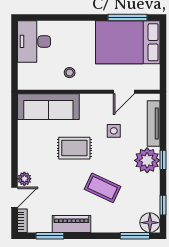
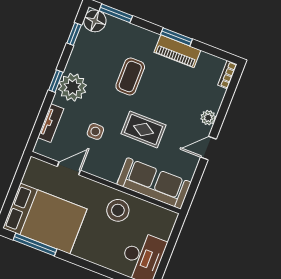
stool: (70, 73) -> (118, 210), width x1.89, depth x1.89
tv unit: (154, 123) -> (51, 123), width x0.71
coffee table: (103, 188) -> (130, 76), turned 65
door: (14, 197) -> (208, 148), moved
window: (50, 236) -> (176, 37), moved

